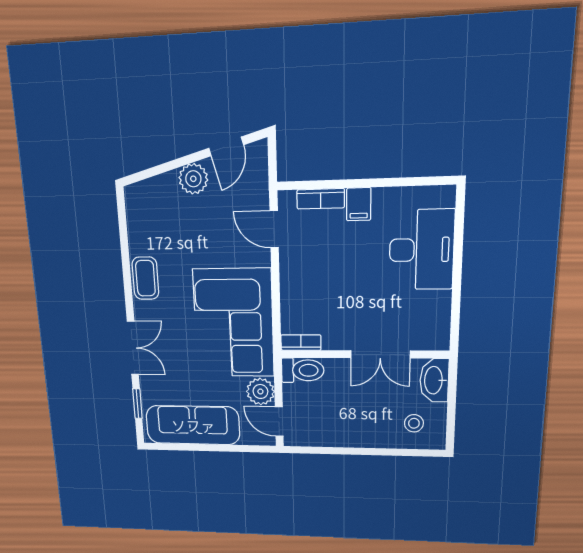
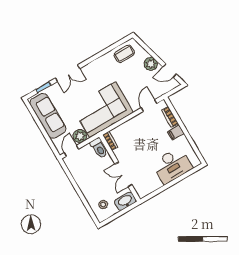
coffee table: (145, 278) -> (124, 54), moved

